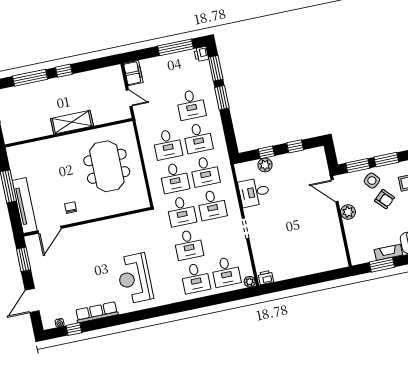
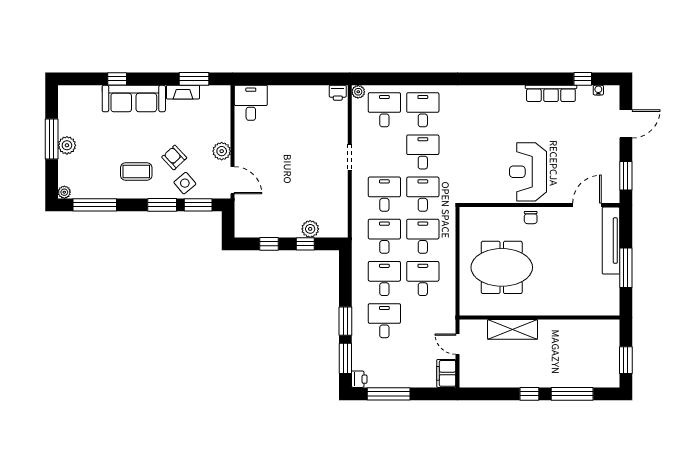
shelving: (72, 122) -> (513, 329), moved
meeting table: (107, 166) -> (502, 267), turned 90
desk: (254, 192) -> (251, 103), moved, turned -90
chair: (71, 208) -> (531, 218), moved
reception desk: (135, 278) -> (528, 172), moved, turned 180

